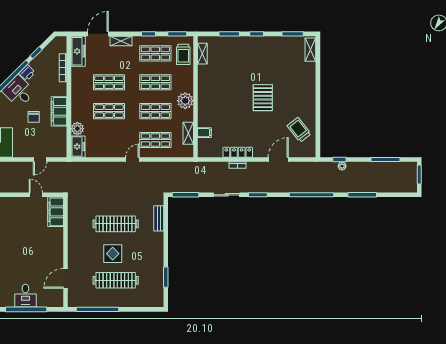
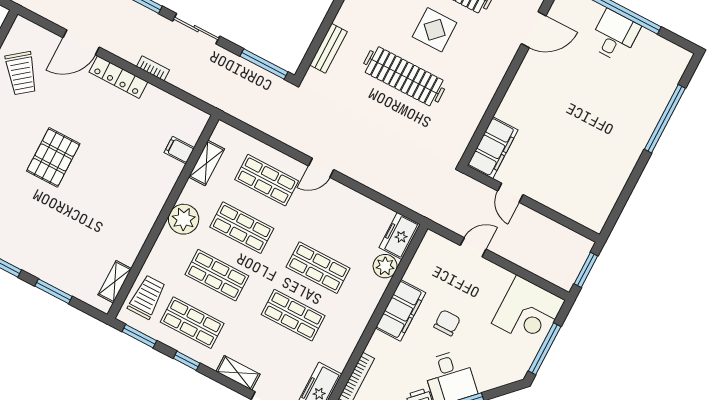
locker: (238, 152) -> (118, 77), moved

